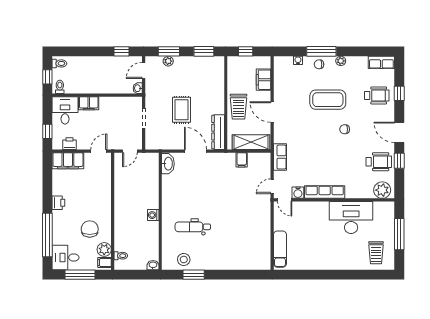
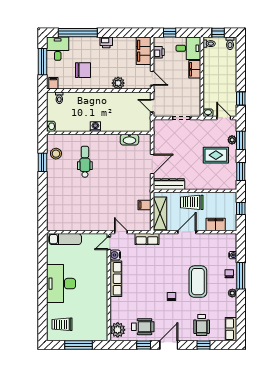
rug: (181, 110) -> (216, 155), moved
wheelchair: (379, 162) -> (143, 327), turned -90
washbasin: (168, 164) -> (129, 140), moved
desk: (351, 217) -> (61, 284), moved, turned 180
plant: (104, 249) -> (118, 83), moved

